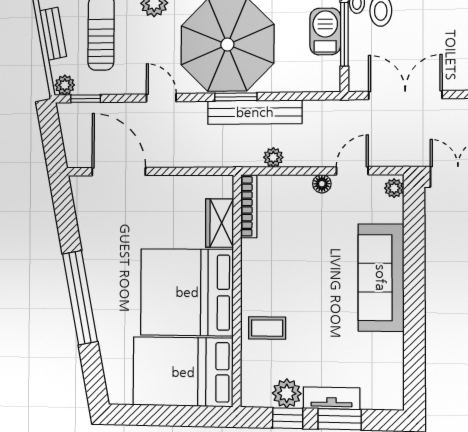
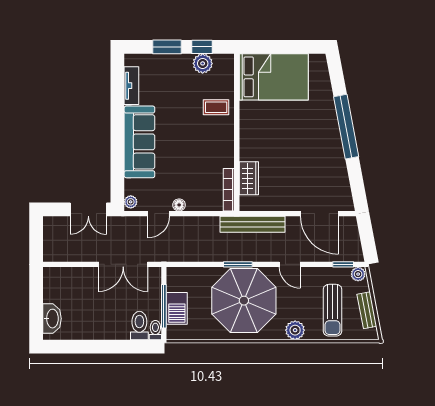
bench: (255, 112) -> (253, 224), moved
plant: (273, 157) -> (212, 223), removed
bed: (187, 292) -> (271, 131), removed
tv unit: (331, 398) -> (131, 86), moved, turned -90

